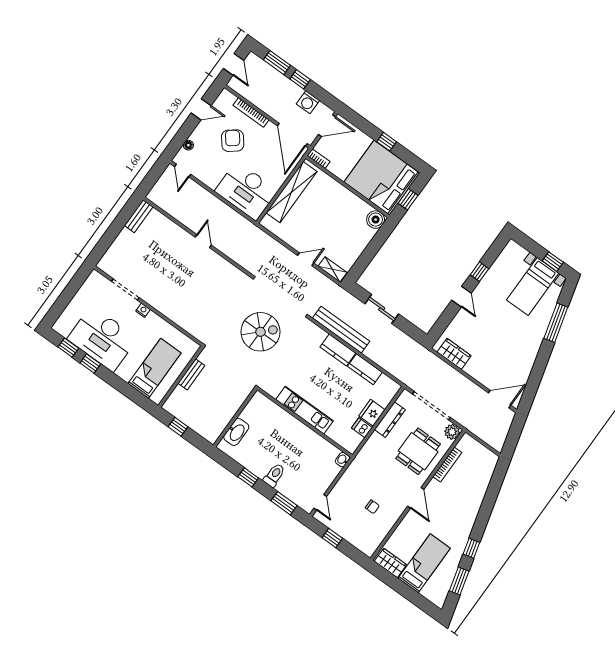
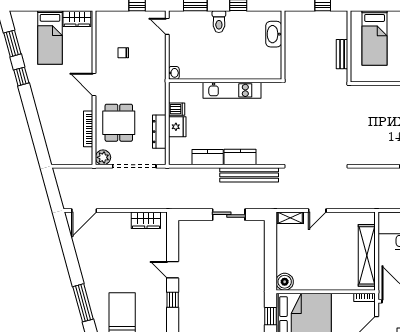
spiral stairs: (260, 332) -> (312, 127), removed

